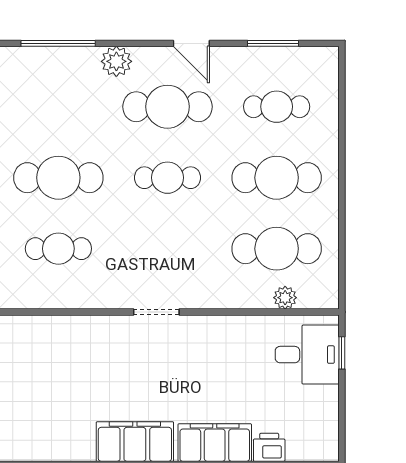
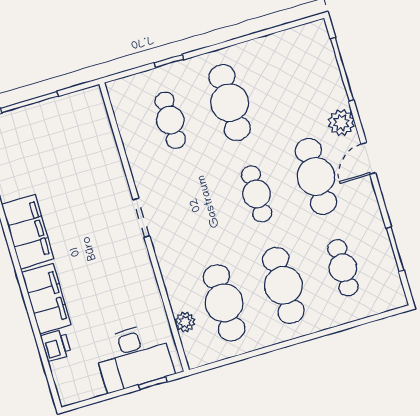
door: (191, 43) -> (368, 158), moved
desk: (307, 355) -> (134, 357), width x1.37

